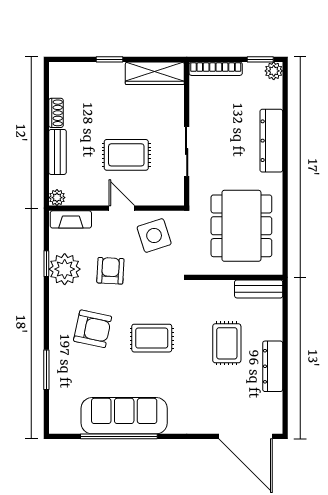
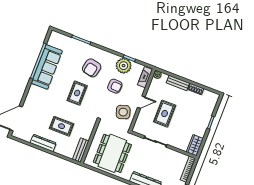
wardrobe: (155, 73) -> (195, 145), width x0.67
dining table: (241, 226) -> (112, 153), turned 90

